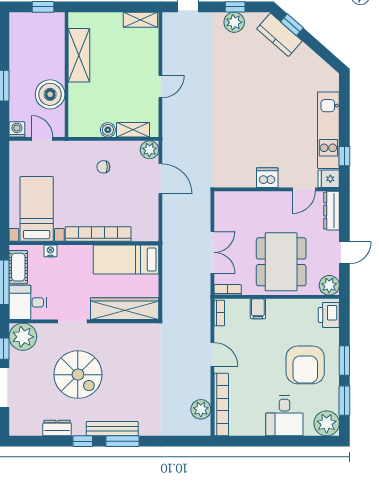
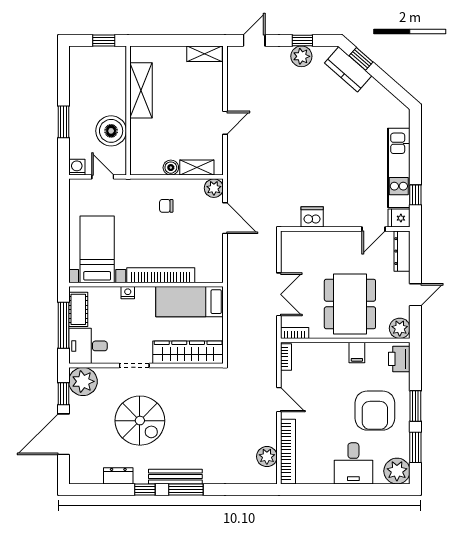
dishwasher: (267, 178) -> (312, 217), moved
nightstand: (50, 251) -> (128, 293), moved
filing cabinet: (258, 309) -> (357, 353), moved

